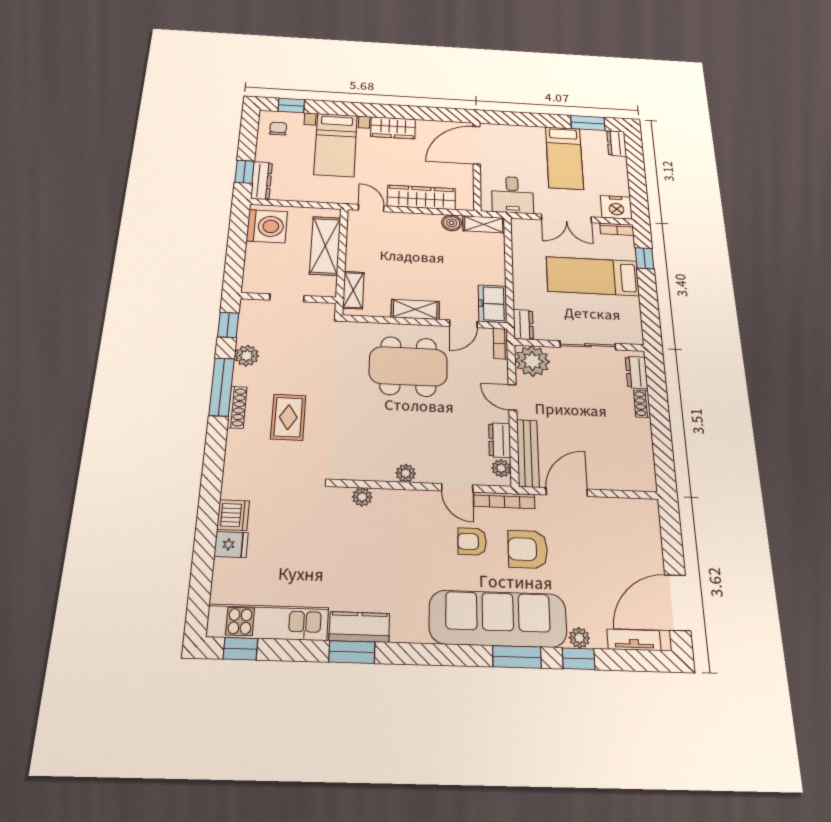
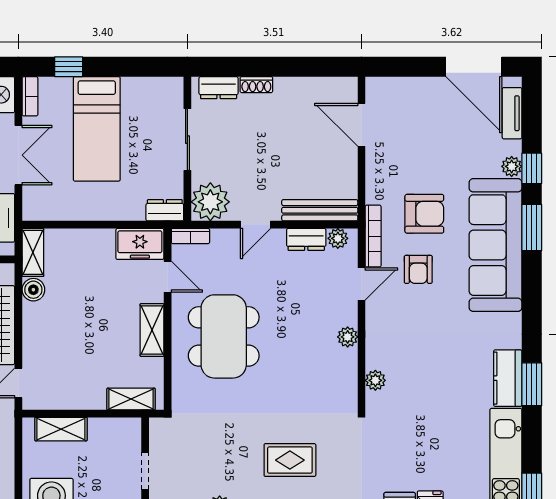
shelving: (325, 246) -> (61, 429), width x0.67, depth x0.75
door: (567, 492) -> (361, 125), moved
armchair: (528, 549) -> (424, 214), turned -90

